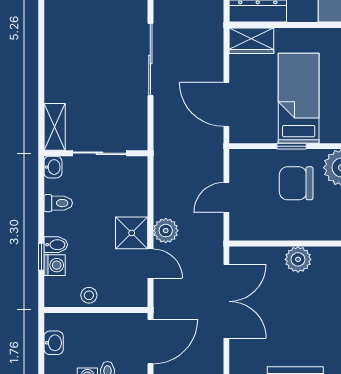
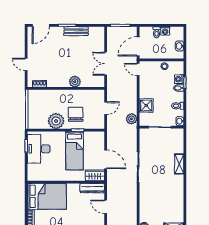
door: (226, 104) -> (106, 159), moved
shelving: (55, 127) -> (179, 164), moved
chair: (296, 183) -> (76, 114), turned -90
plant: (166, 231) -> (132, 119), moved
shower: (132, 233) -> (146, 105), moved
door: (150, 264) -> (138, 70), moved
double door: (226, 301) -> (106, 64), width x0.73

